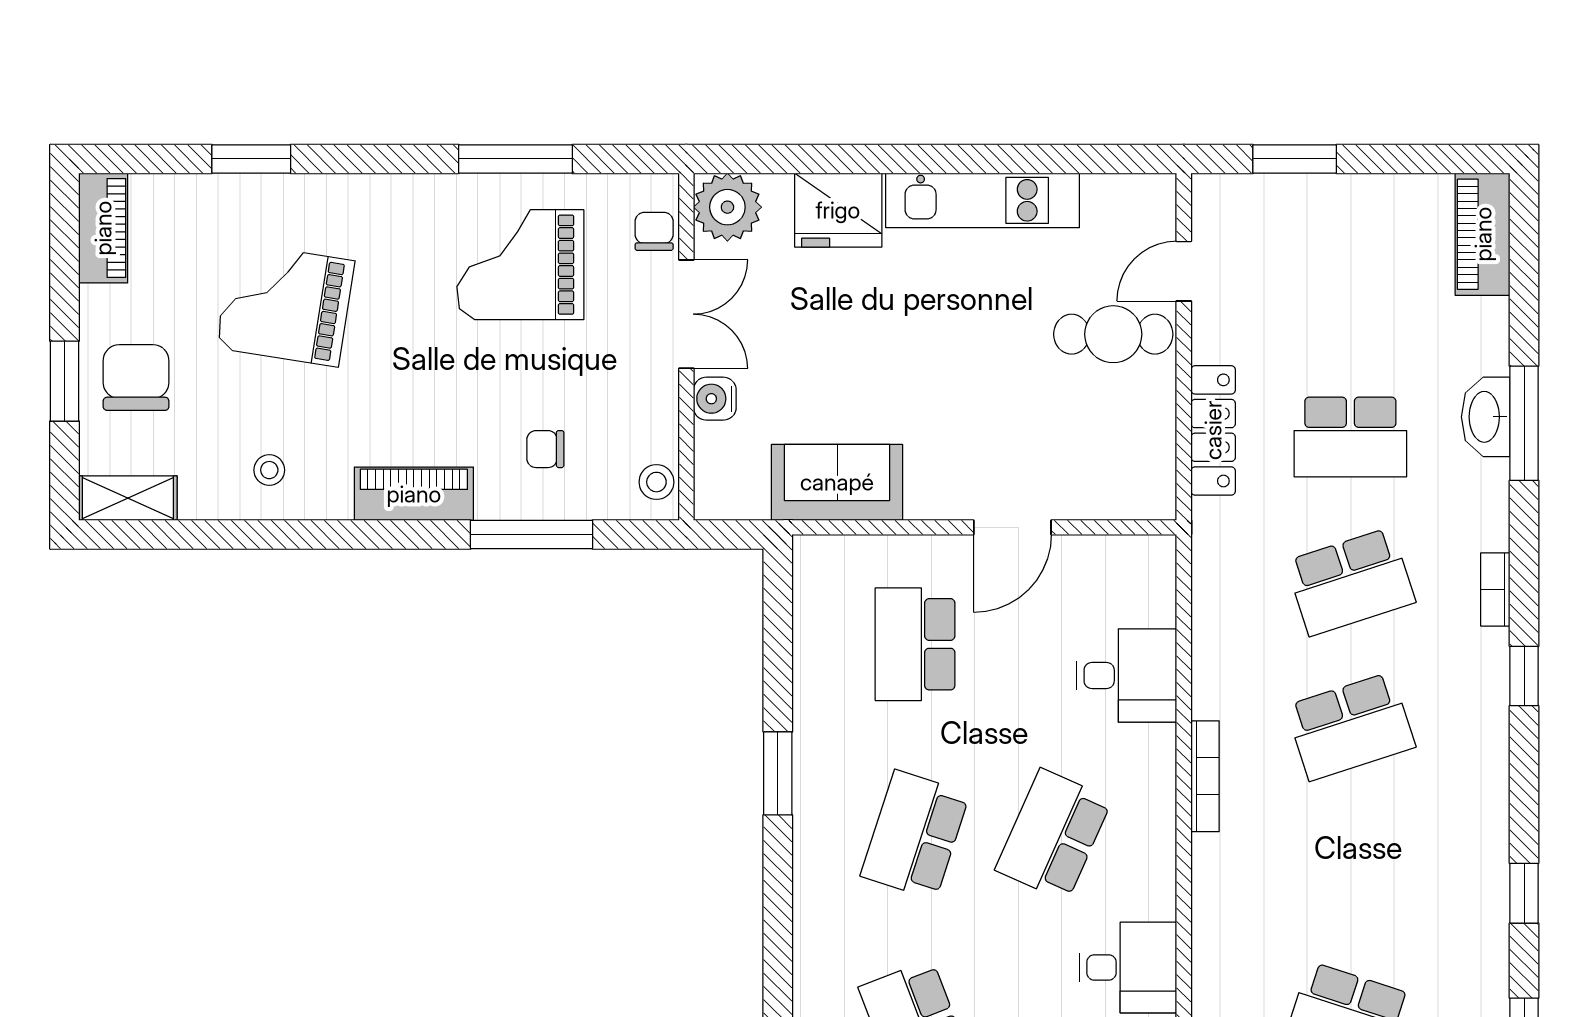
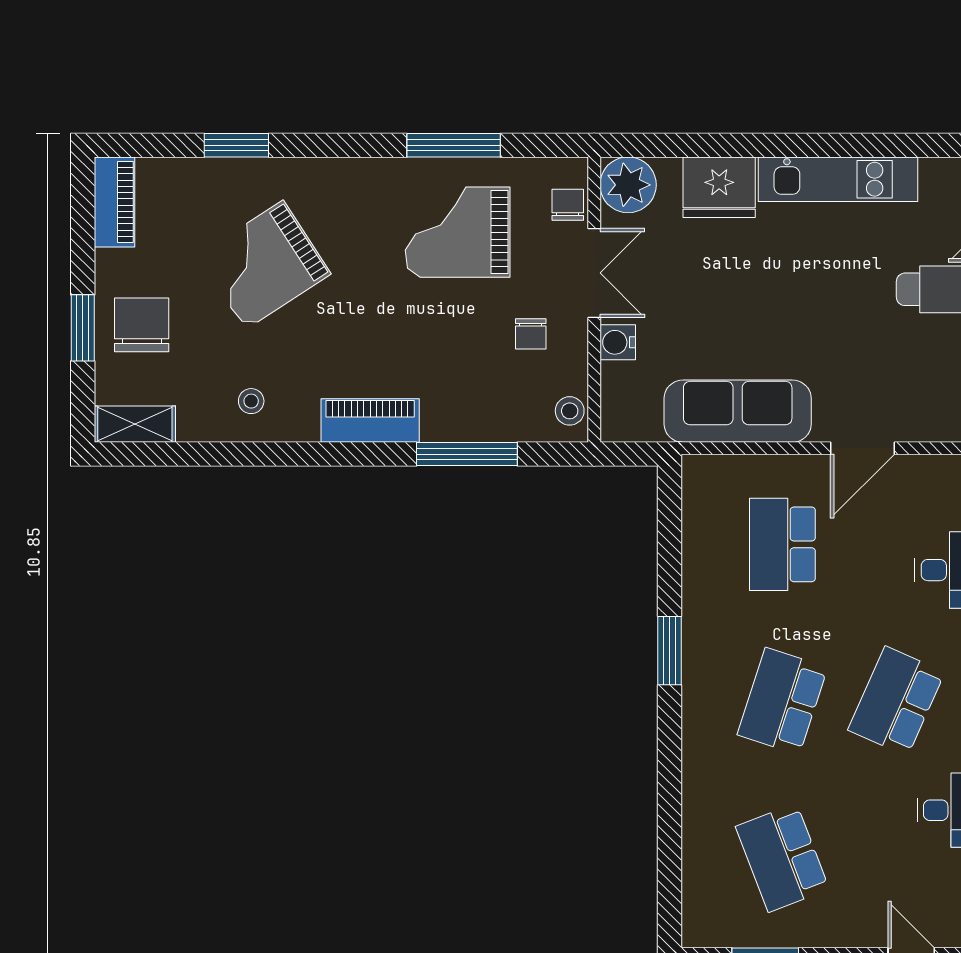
grand piano: (285, 304) -> (264, 265), turned -42
chair: (545, 449) -> (531, 334), moved, turned -90
sofa: (837, 482) -> (738, 411), width x1.36

